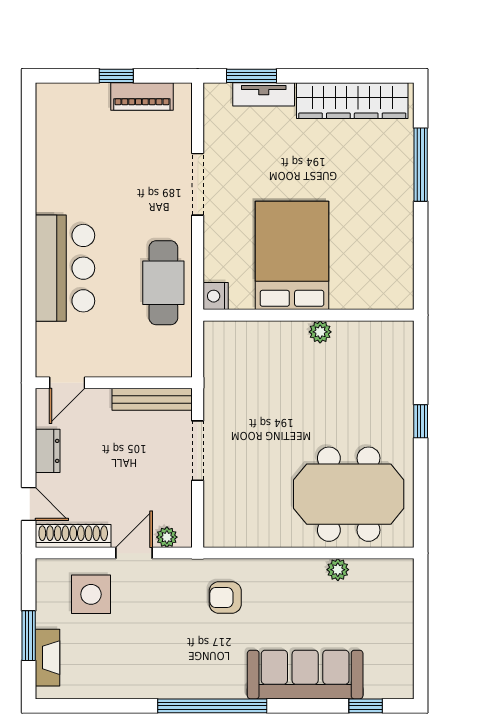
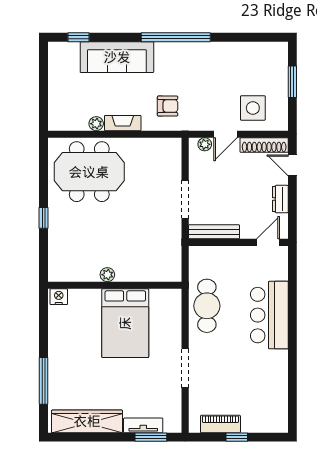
nightstand: (216, 296) -> (59, 297), moved, turned -90
fireplace: (48, 658) -> (123, 123), moved, turned 90

